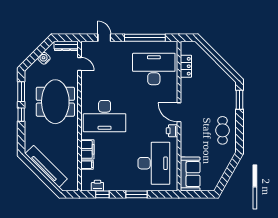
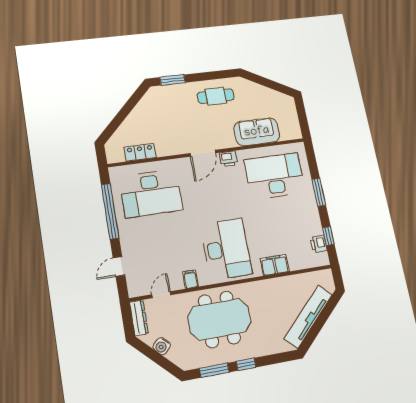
desk: (154, 69) -> (151, 193), turned -90
filing cabinet: (87, 165) -> (190, 279), moved
sofa: (190, 174) -> (257, 132), moved

